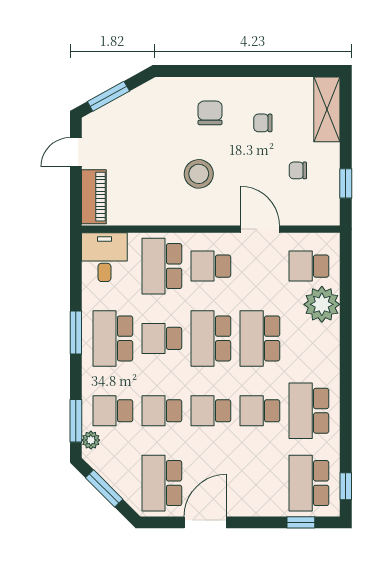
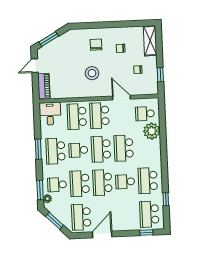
school desk: (211, 266) -> (99, 116), width x1.85
school desk: (162, 411) -> (80, 184), width x1.85
school desk: (211, 411) -> (102, 183), width x1.85
window: (346, 486) -> (166, 199), moved

